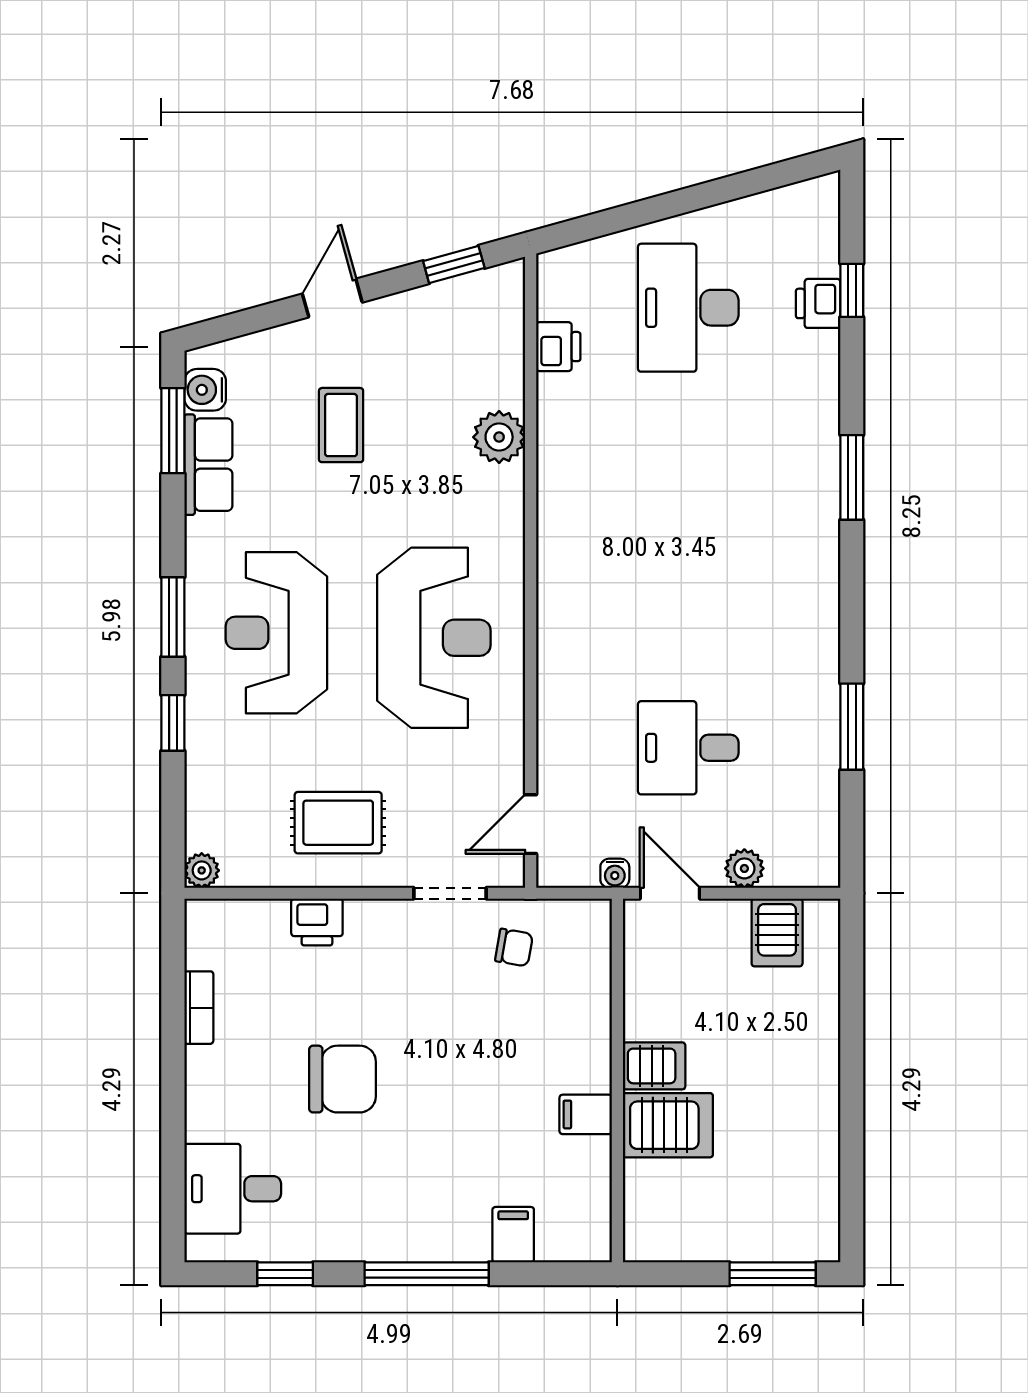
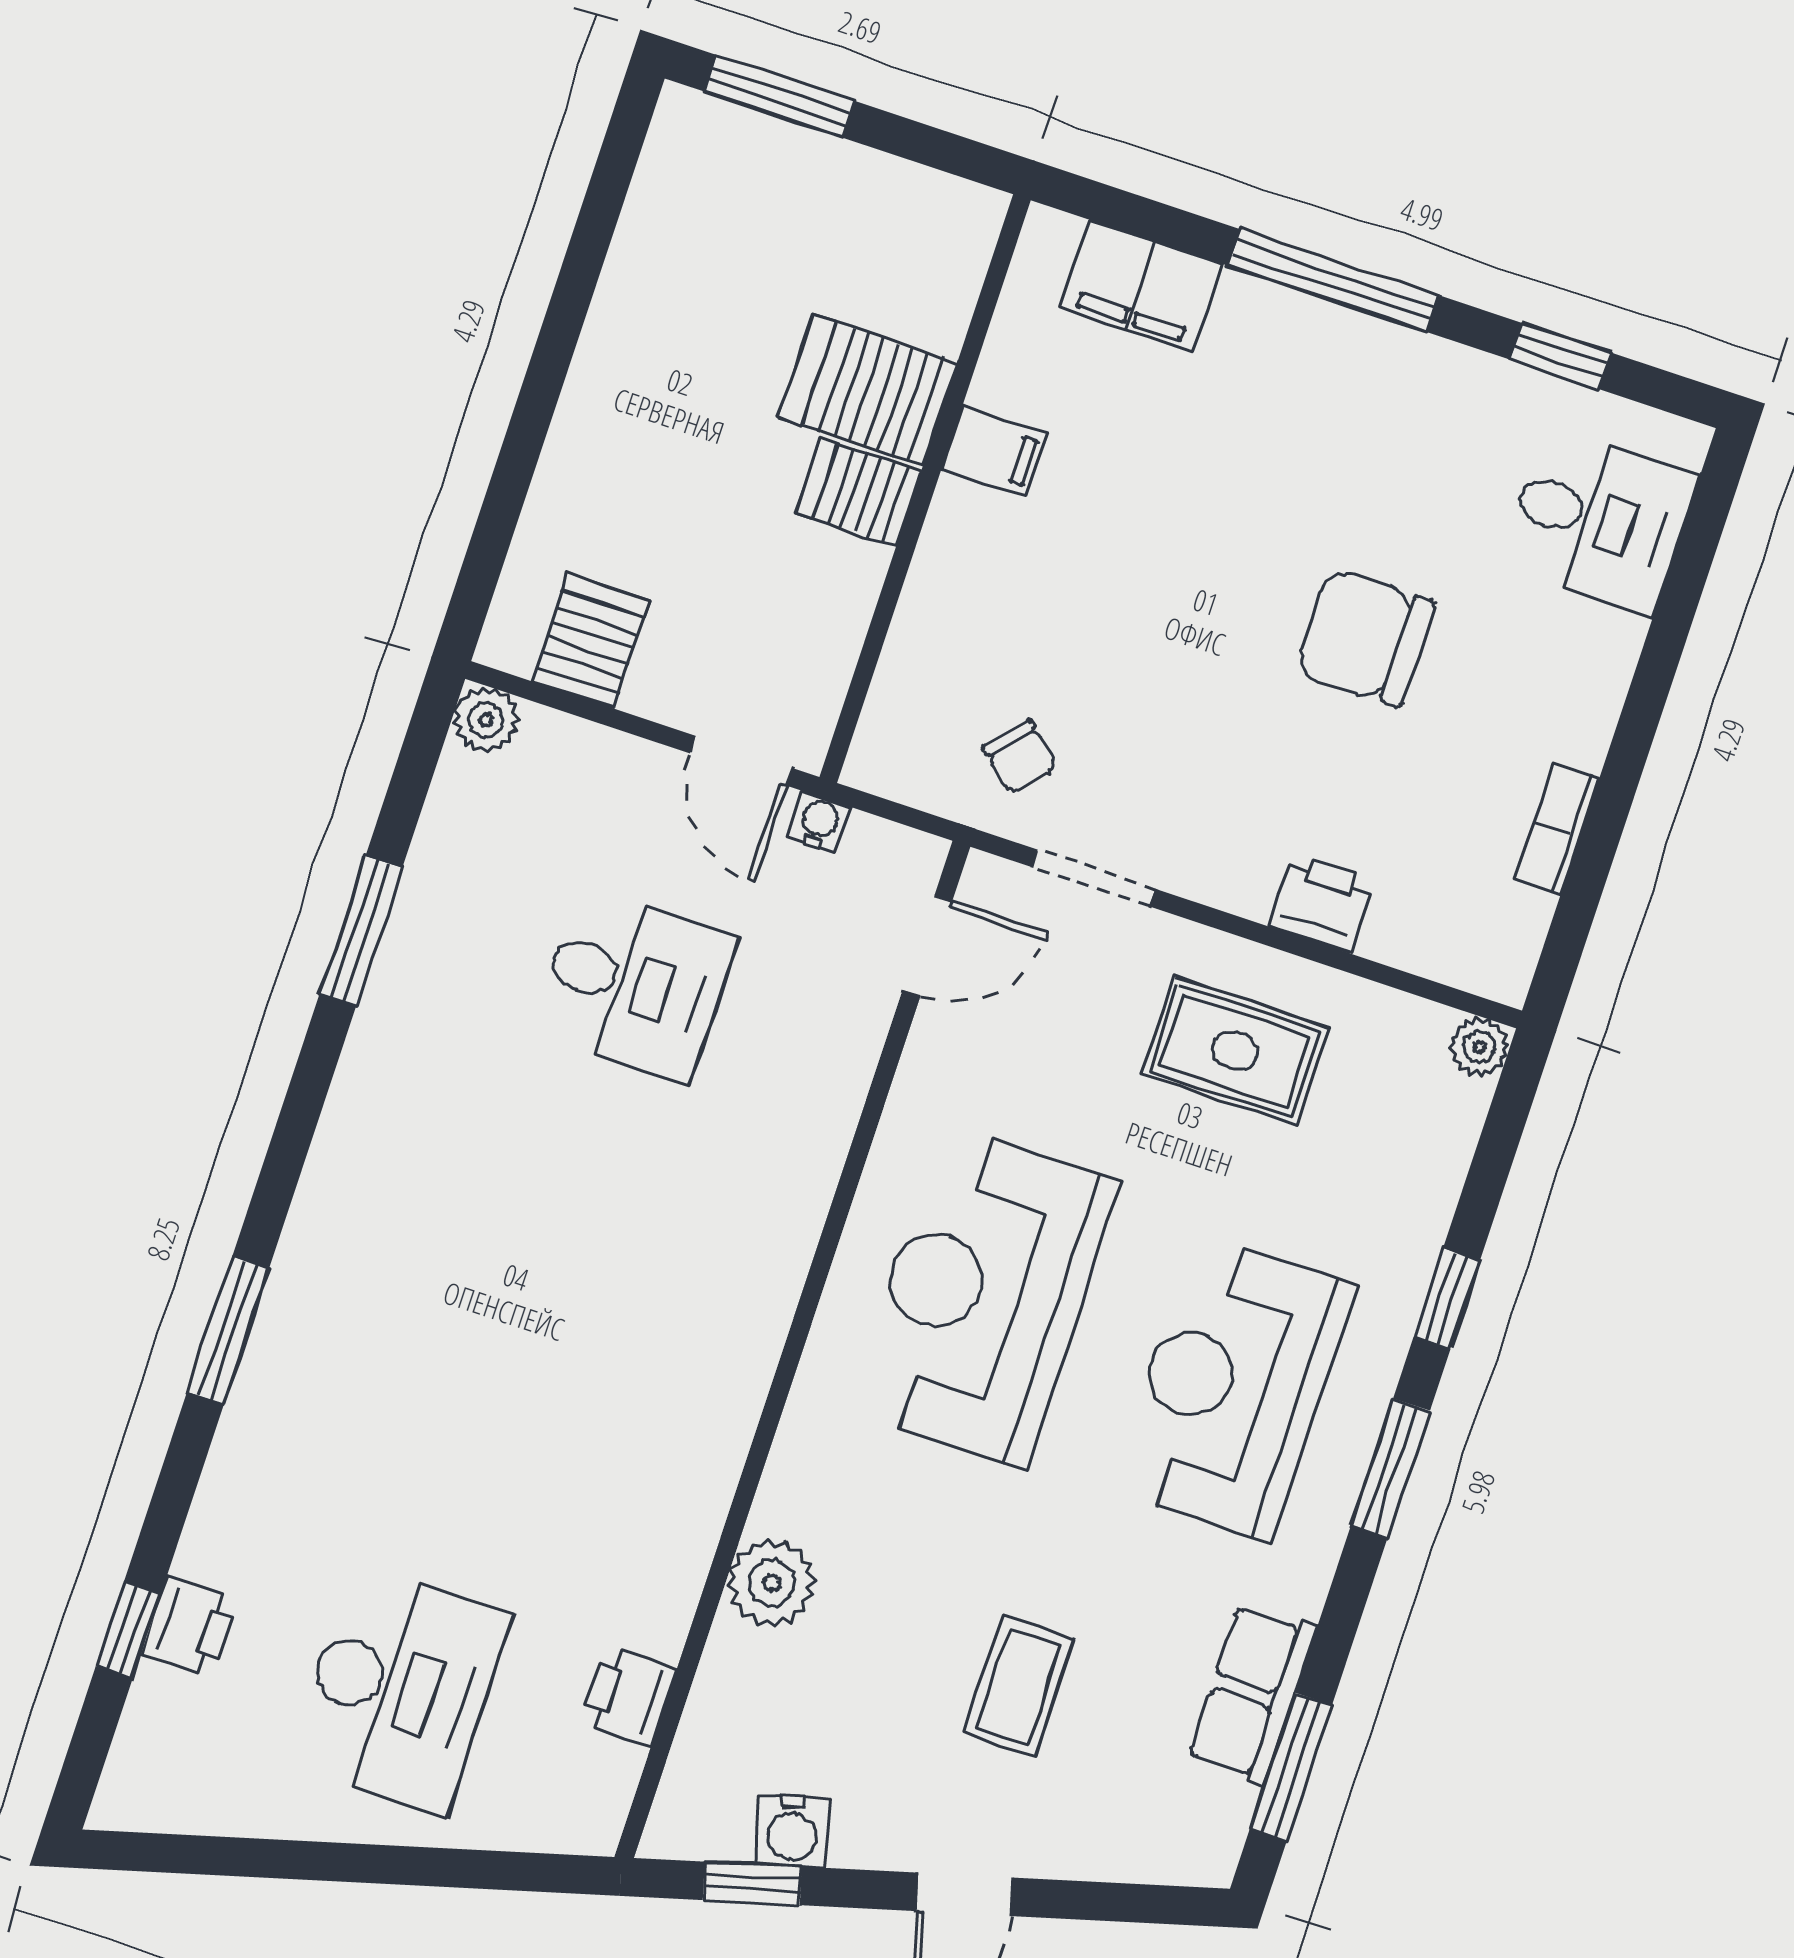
water cooler: (205, 390) -> (792, 1831), moved, turned 75
reception desk: (276, 633) -> (1233, 1388), turned 180
plant: (744, 868) -> (486, 720), moved
chair: (514, 948) -> (1020, 757), turned -149
filing cabinet: (513, 1235) -> (1141, 286), width x2.00

